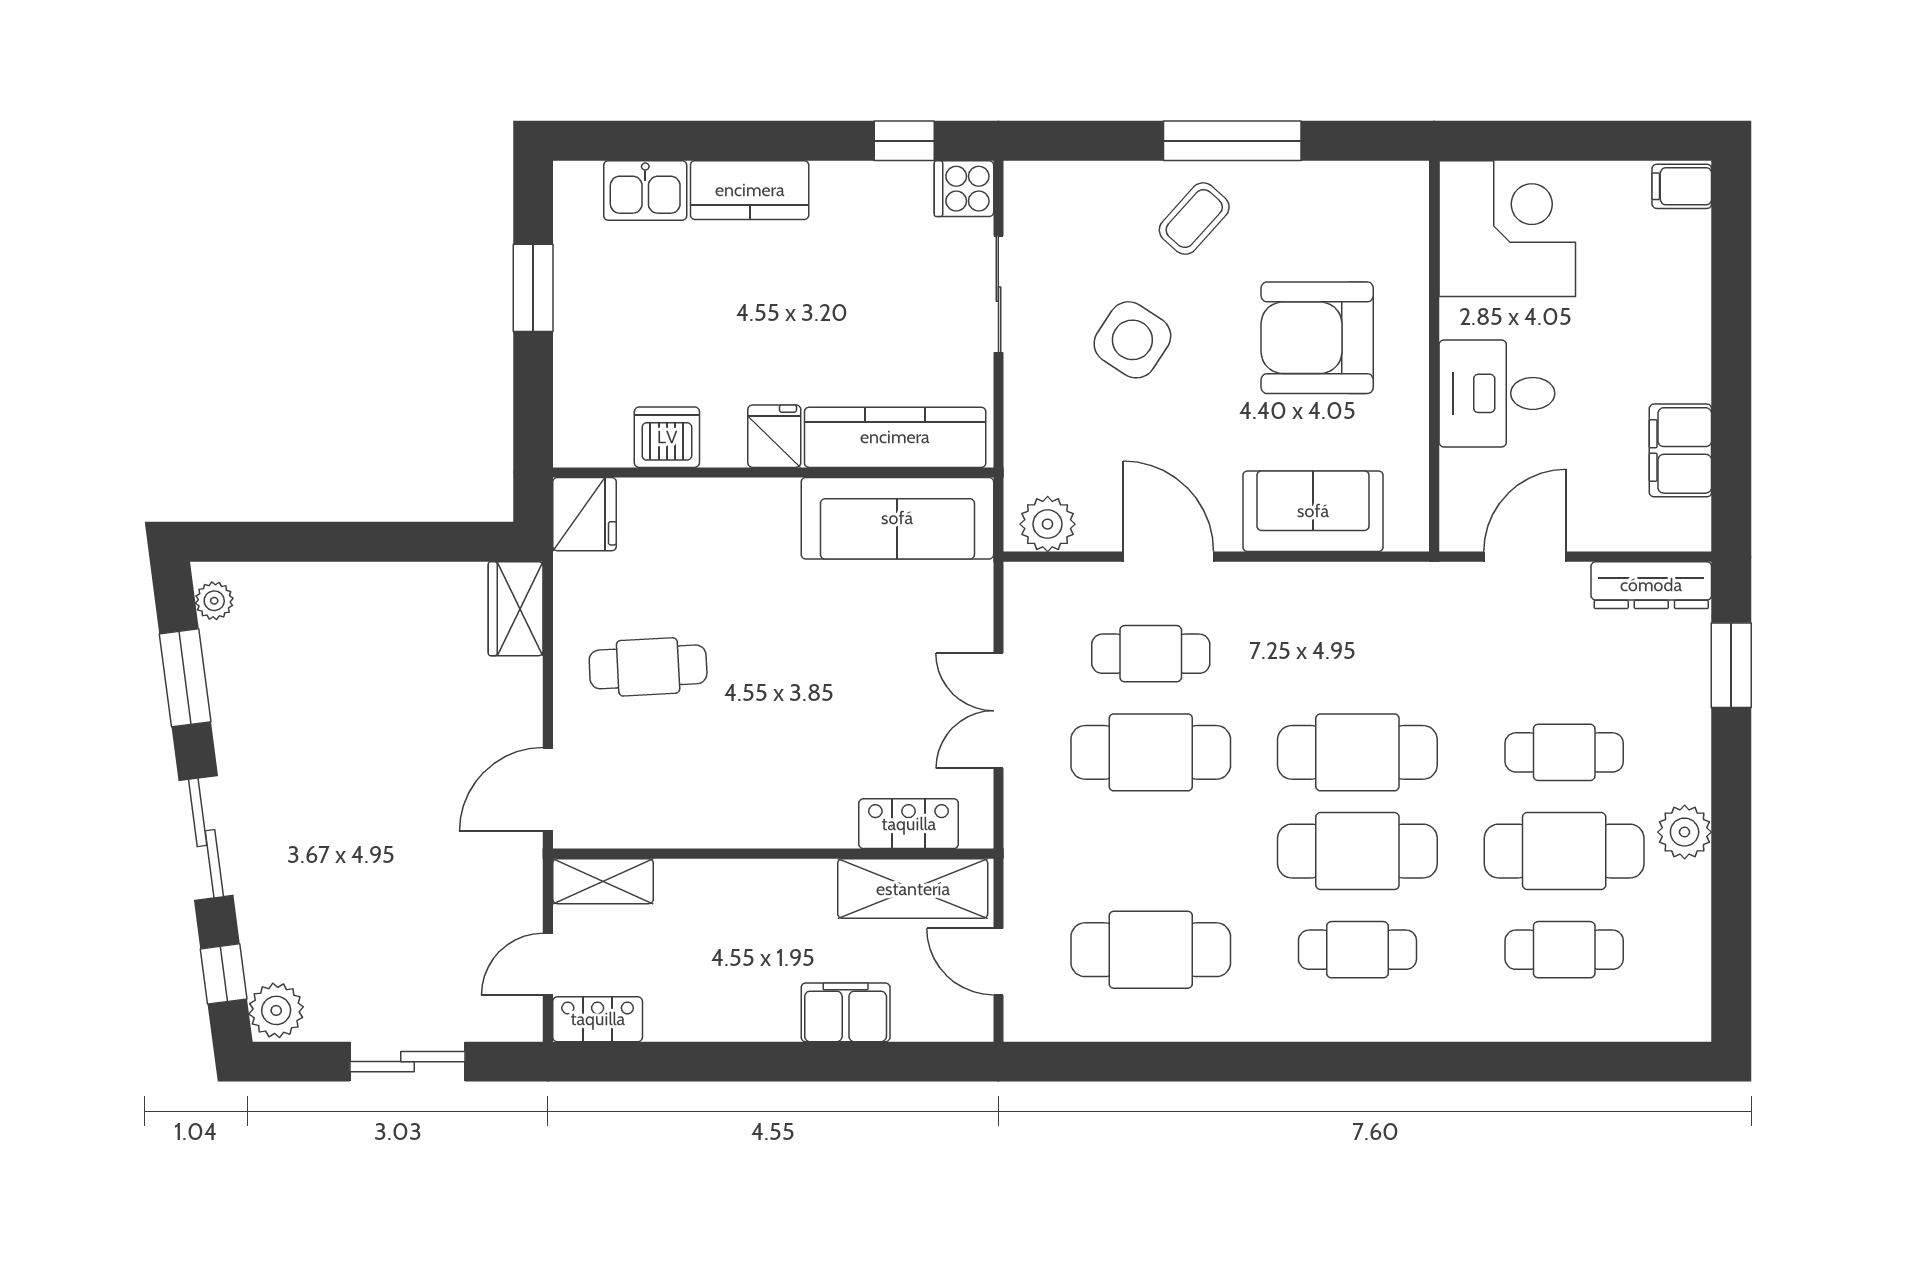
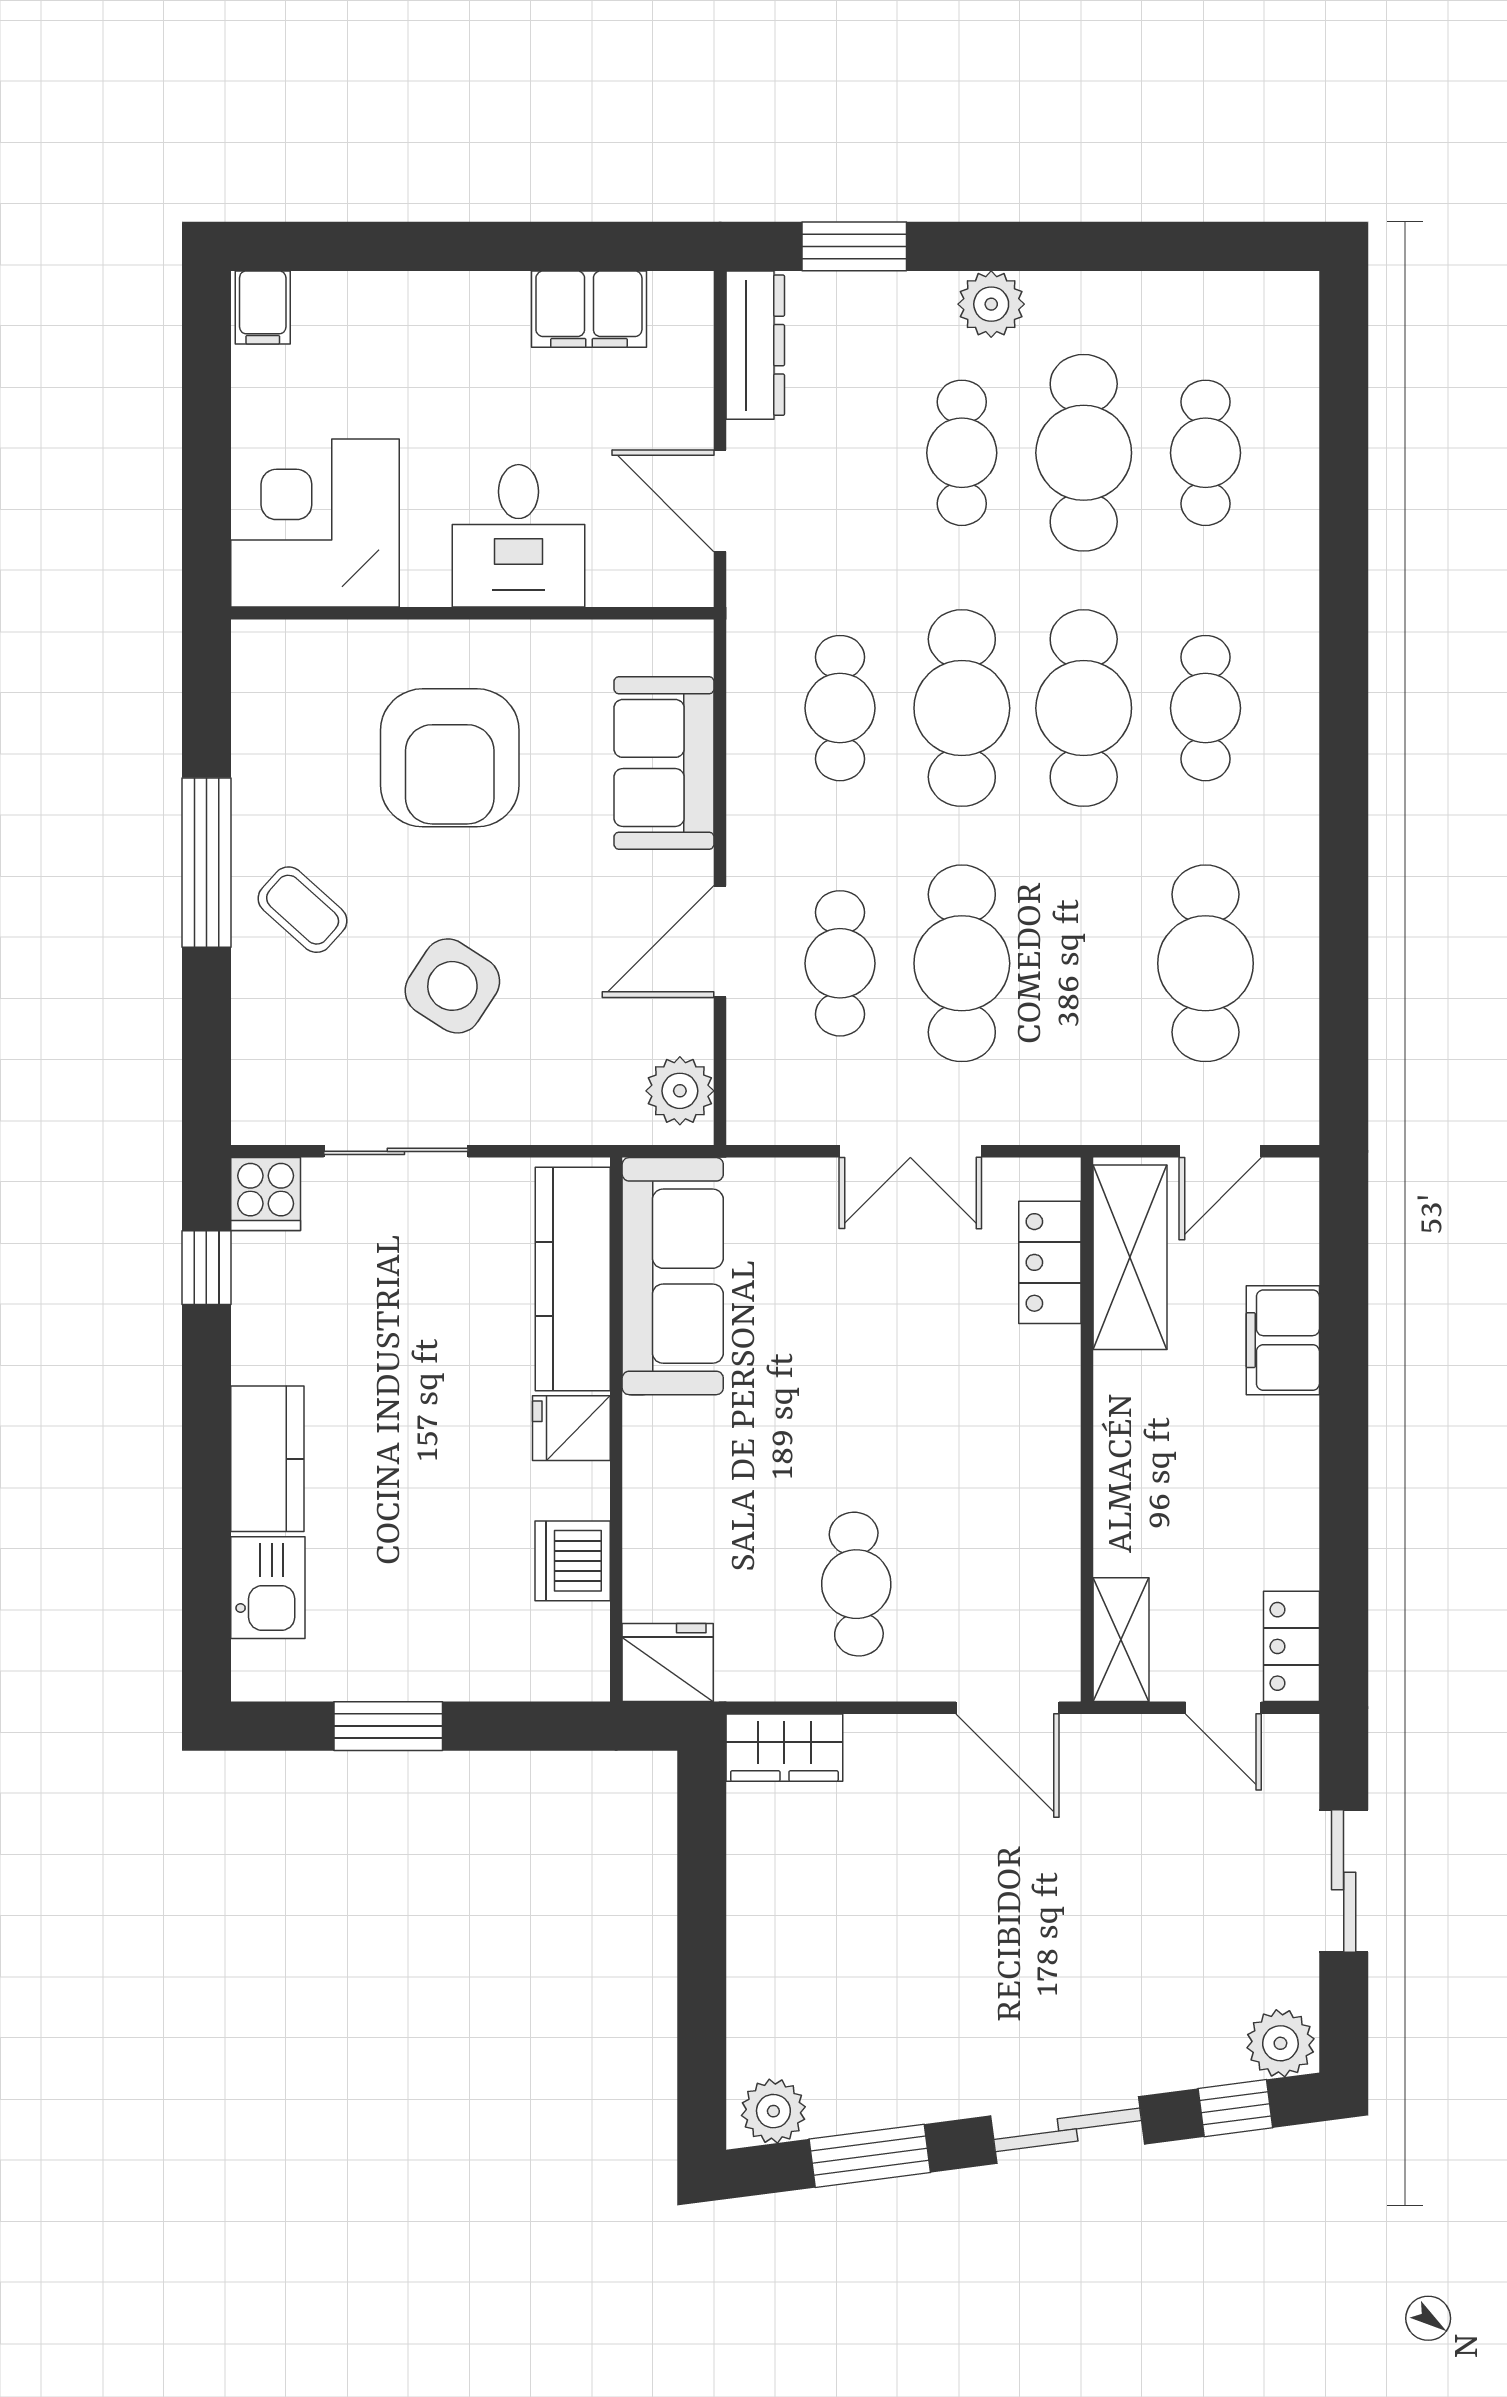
plant: (214, 601) -> (773, 2111), width x1.38, depth x1.38
cafe table: (1357, 654) -> (840, 708), added
plant: (1685, 832) -> (991, 304), moved

